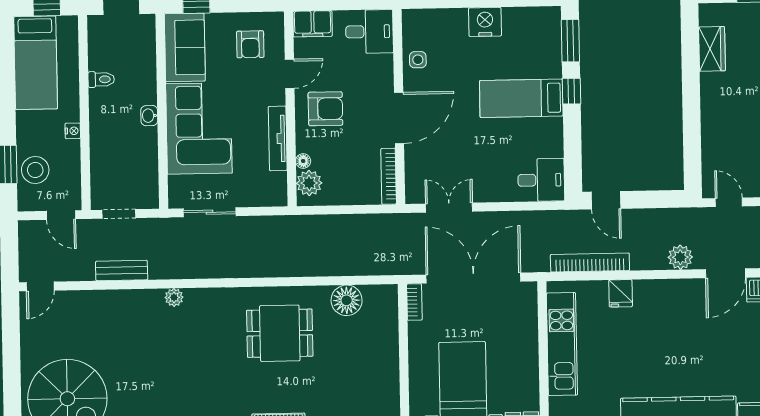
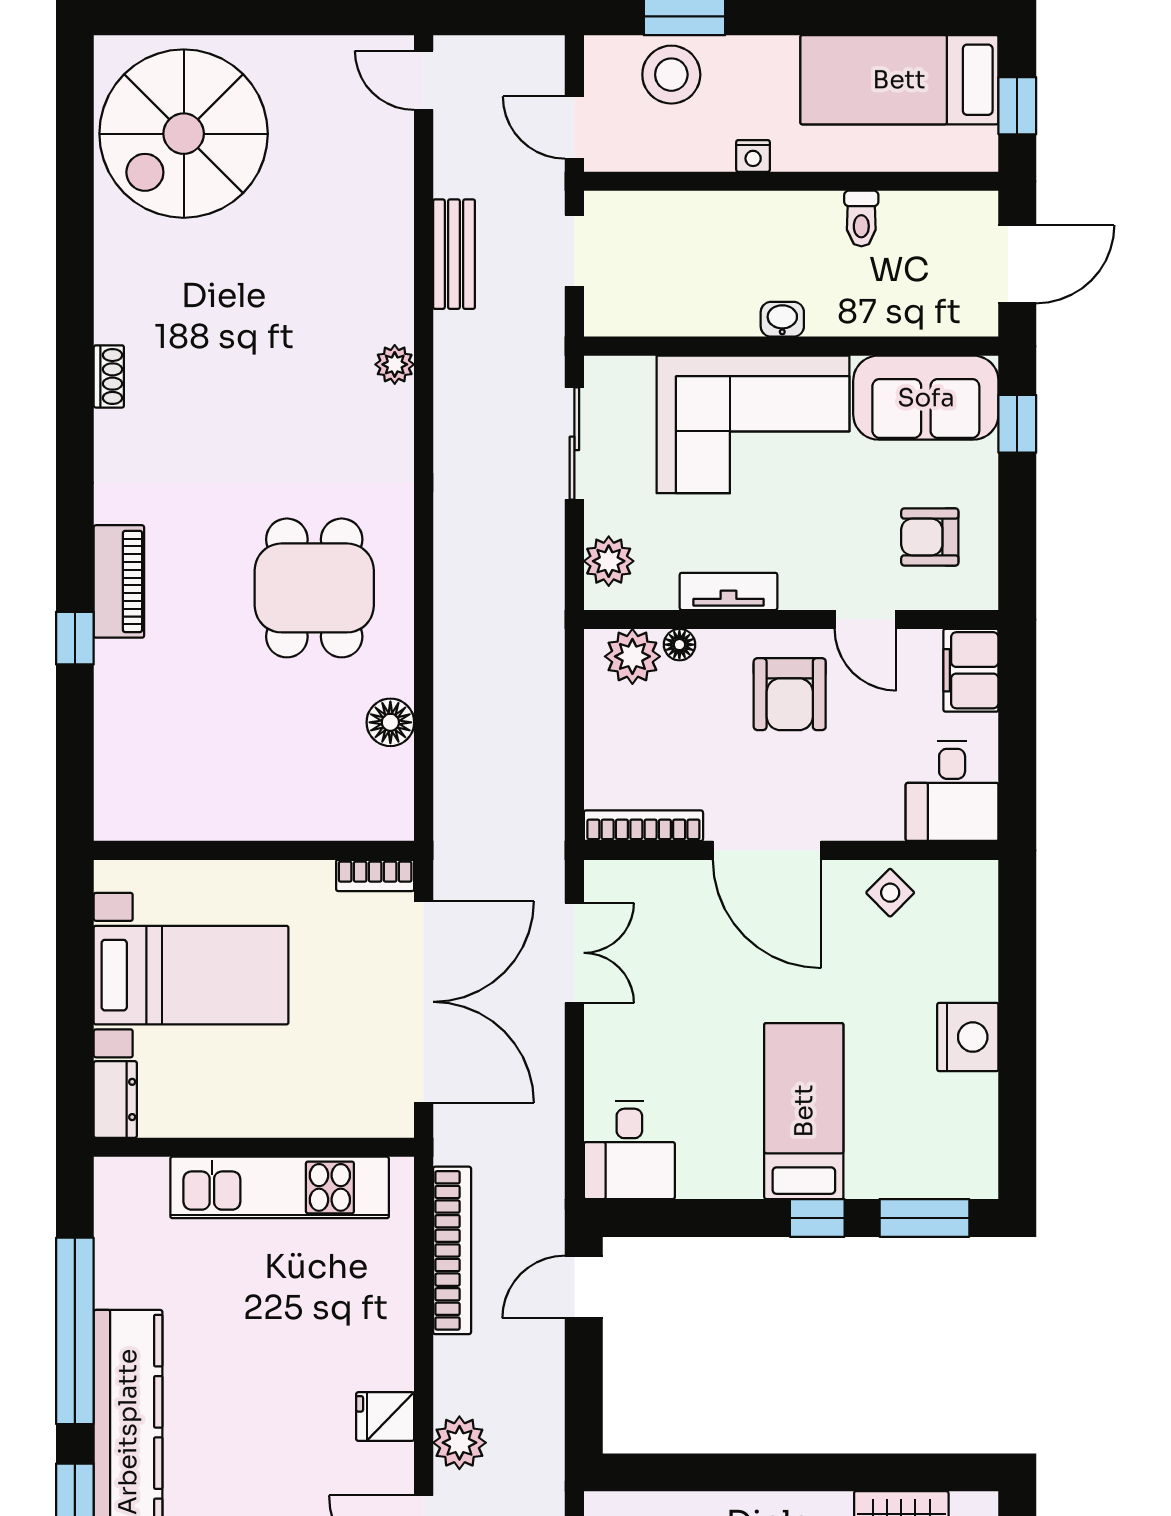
side table: (418, 60) -> (890, 893), turned 45
tv unit: (278, 138) -> (729, 591), width x0.71
plant: (265, 195) -> (609, 561), added
door: (61, 215) -> (574, 128), hinge flipped
fridge: (621, 293) -> (385, 1417), moved
floor lamp: (347, 300) -> (390, 722), width x0.73, depth x0.73

